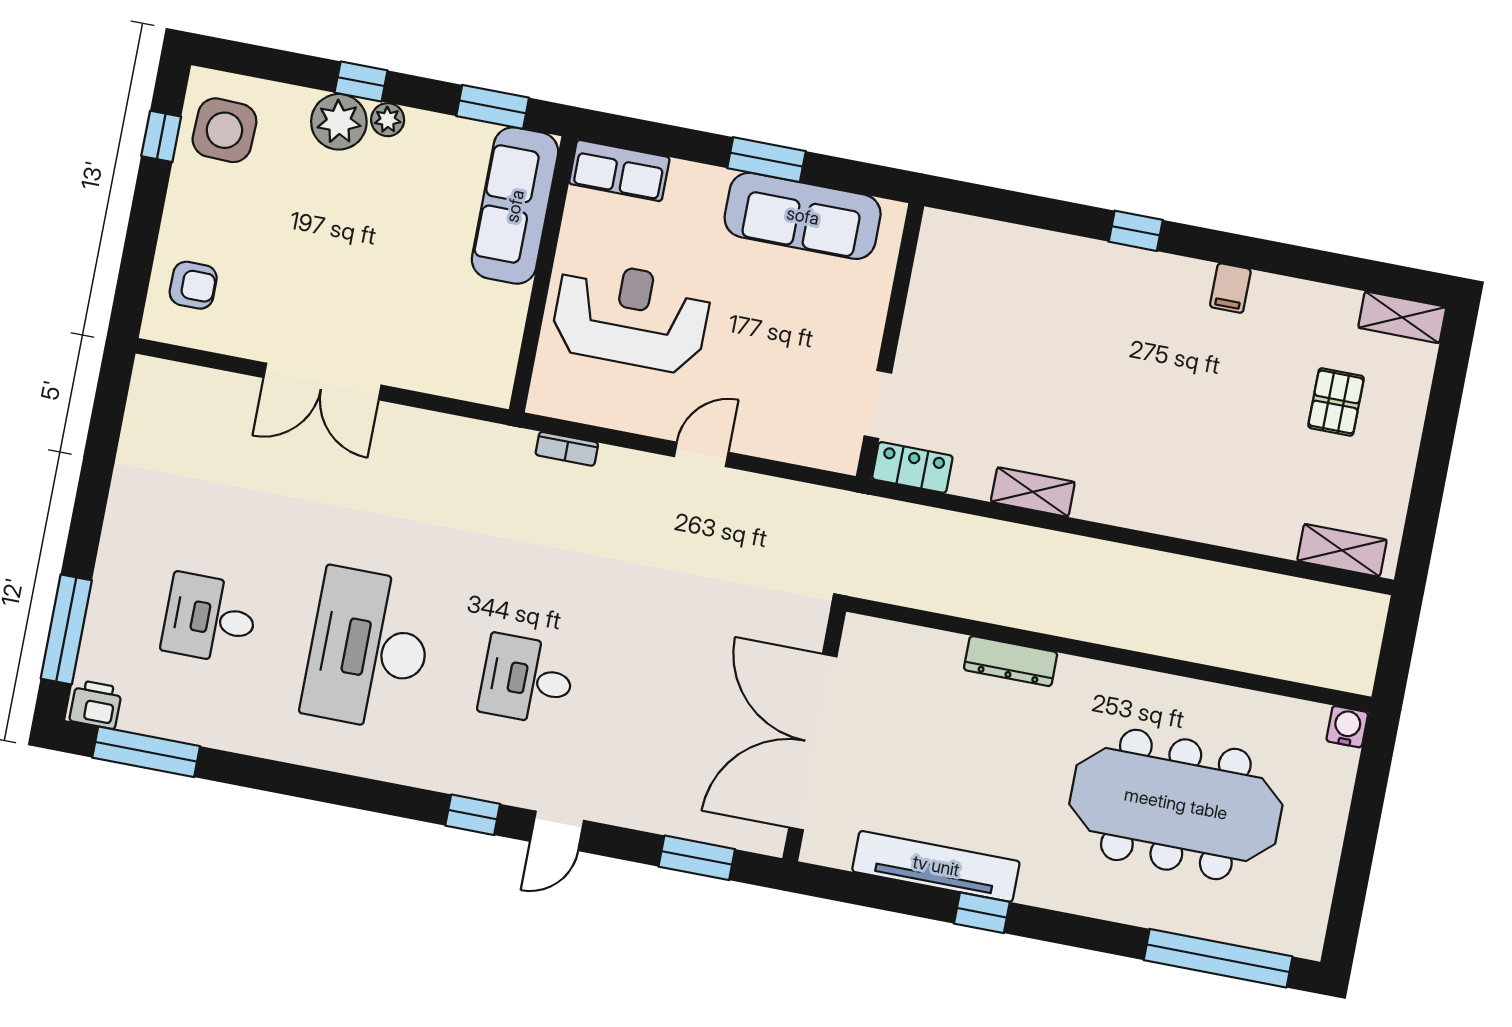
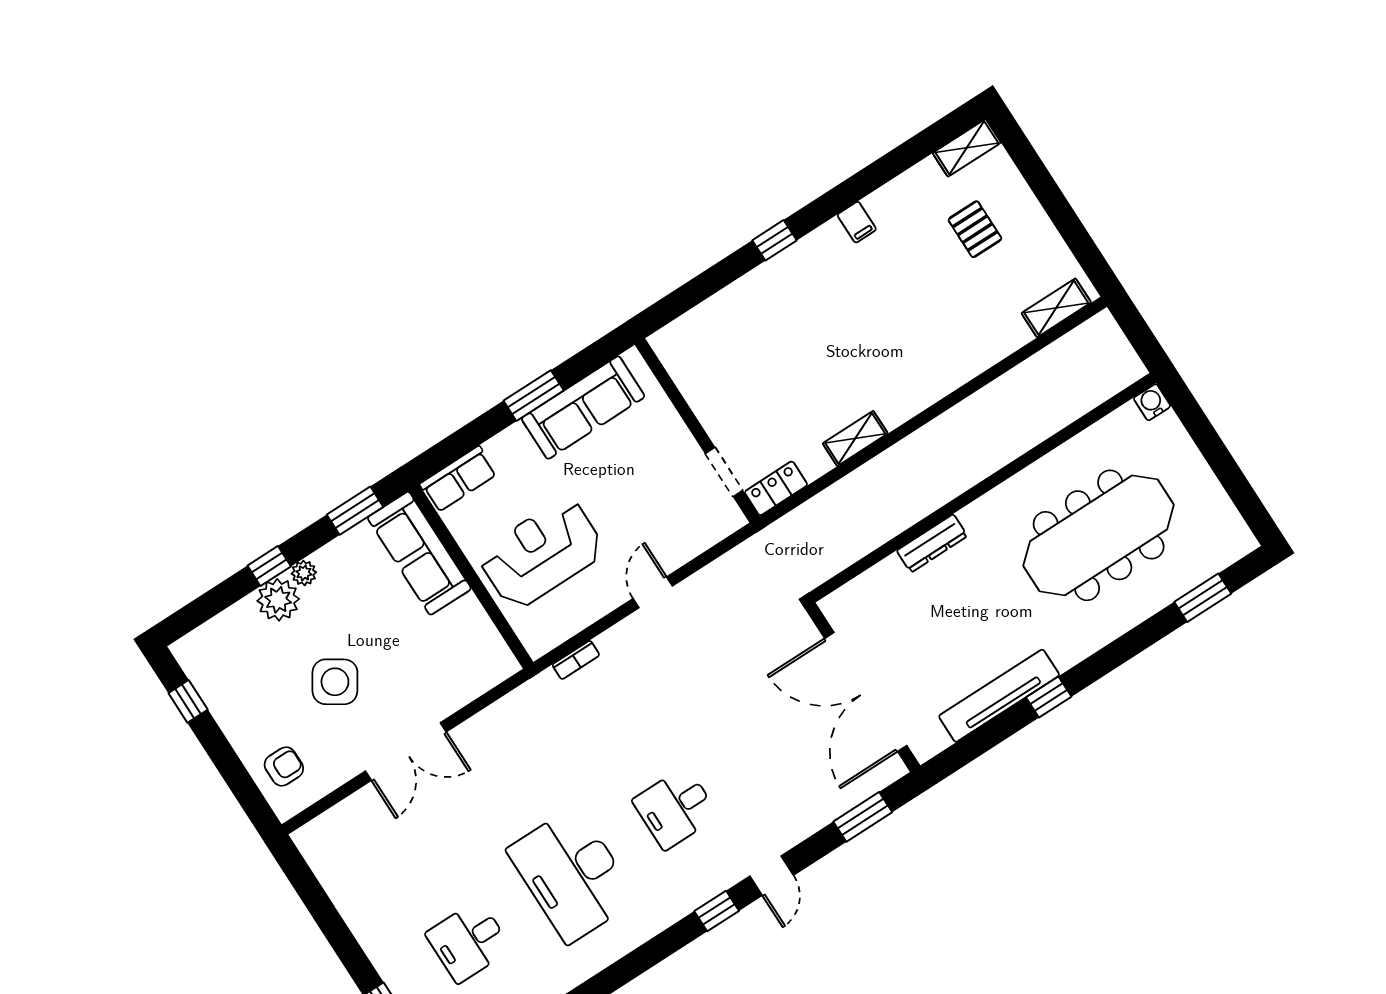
side table: (224, 130) -> (335, 682), moved, turned 31
window: (1218, 958) -> (1203, 598), width x0.47

